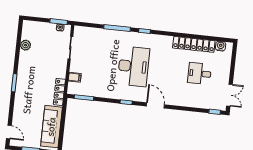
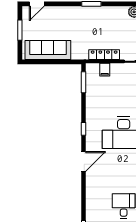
locker: (59, 92) -> (104, 55), moved

